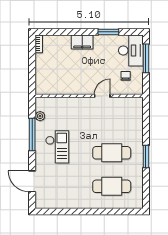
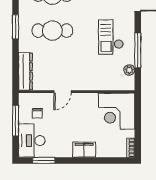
window: (108, 32) -> (44, 160), moved
window: (146, 58) -> (16, 121), moved
corner desk: (52, 78) -> (117, 111), added
dresser: (137, 115) -> (25, 71), added

